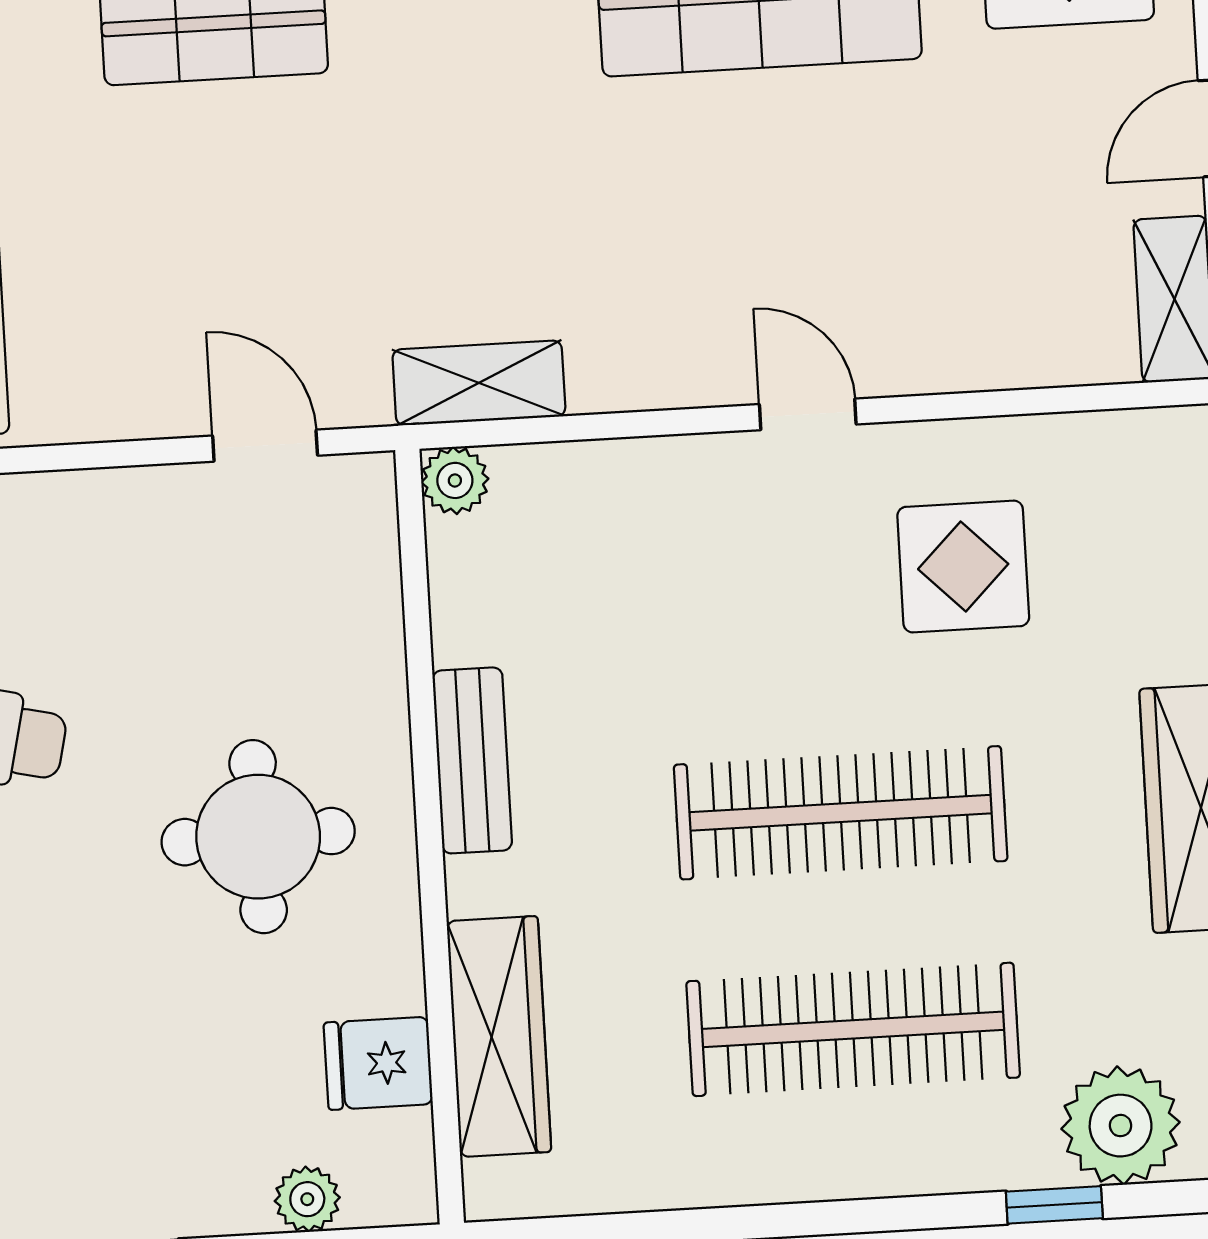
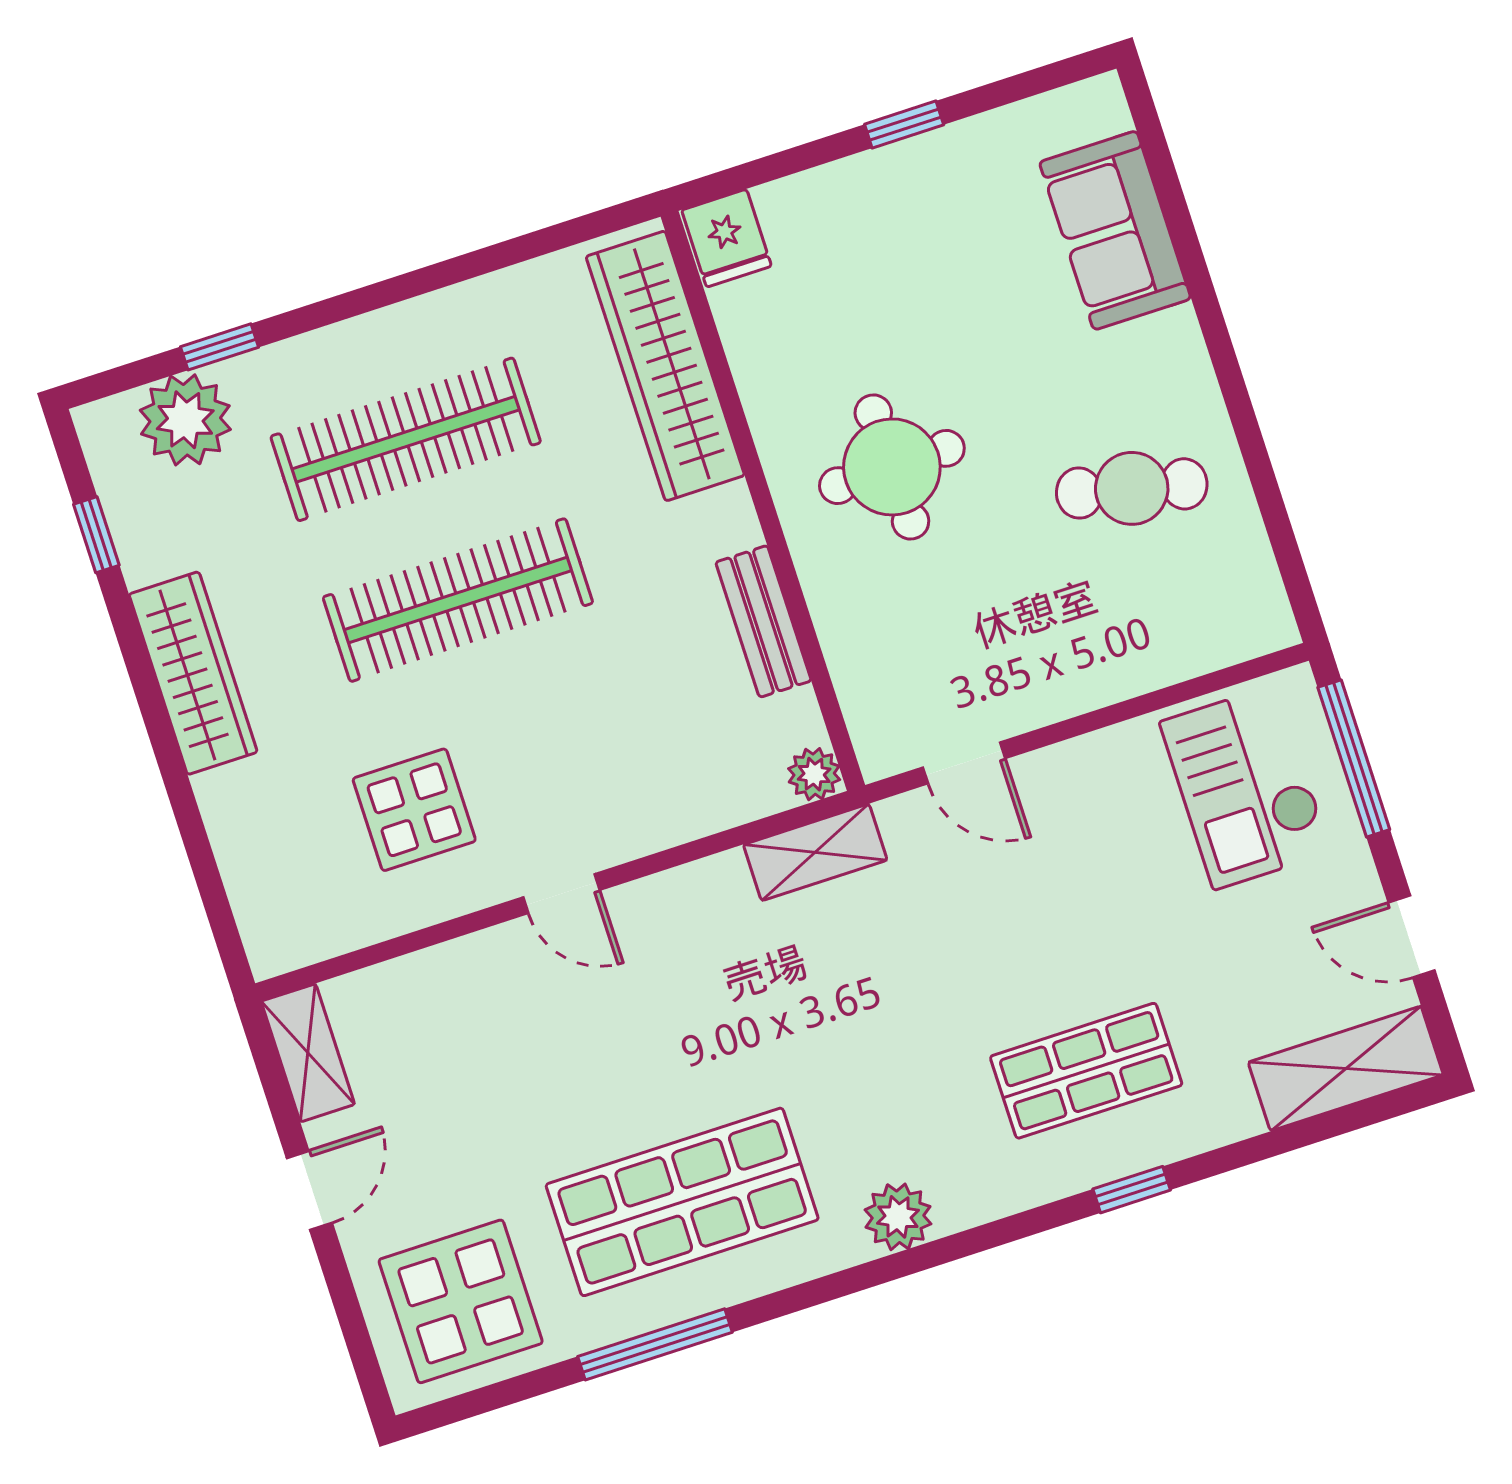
bench: (472, 760) -> (763, 621), moved
wardrobe: (499, 1036) -> (665, 366), width x1.40, depth x1.17
fridge: (378, 1063) -> (726, 238), moved, turned 90
plant: (307, 1199) -> (783, 204), removed

